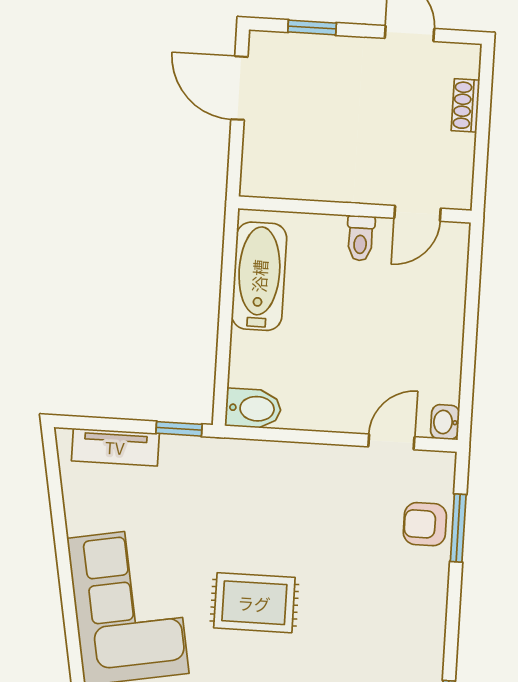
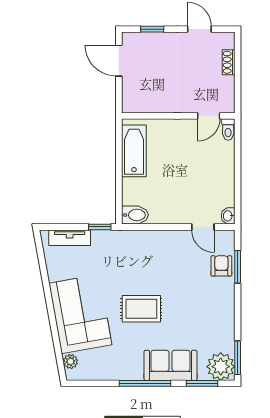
toilet: (360, 238) -> (228, 130), moved
door: (391, 442) -> (203, 227), swing flipped
armchair: (425, 524) -> (221, 266), turned 90

